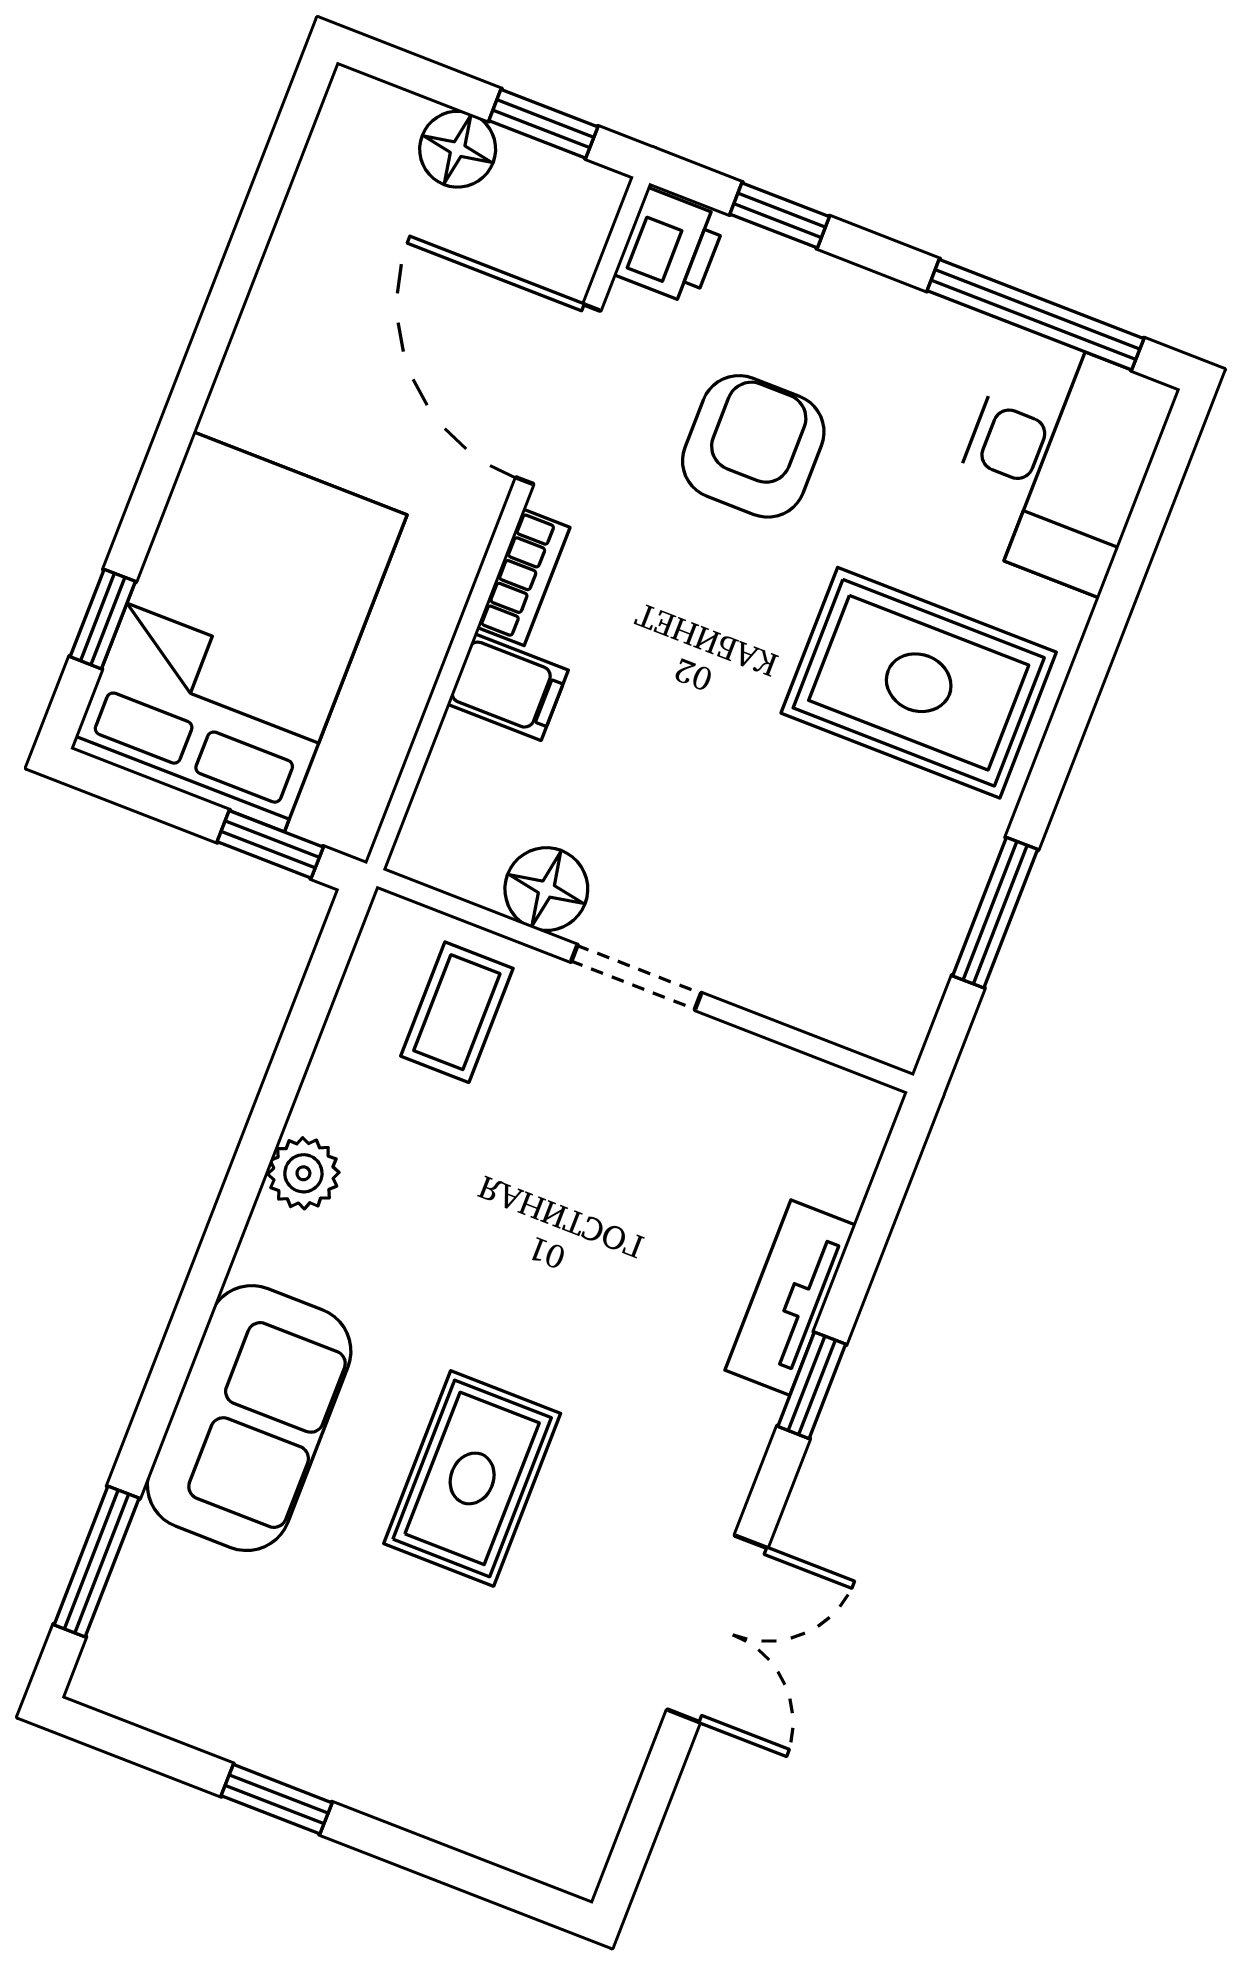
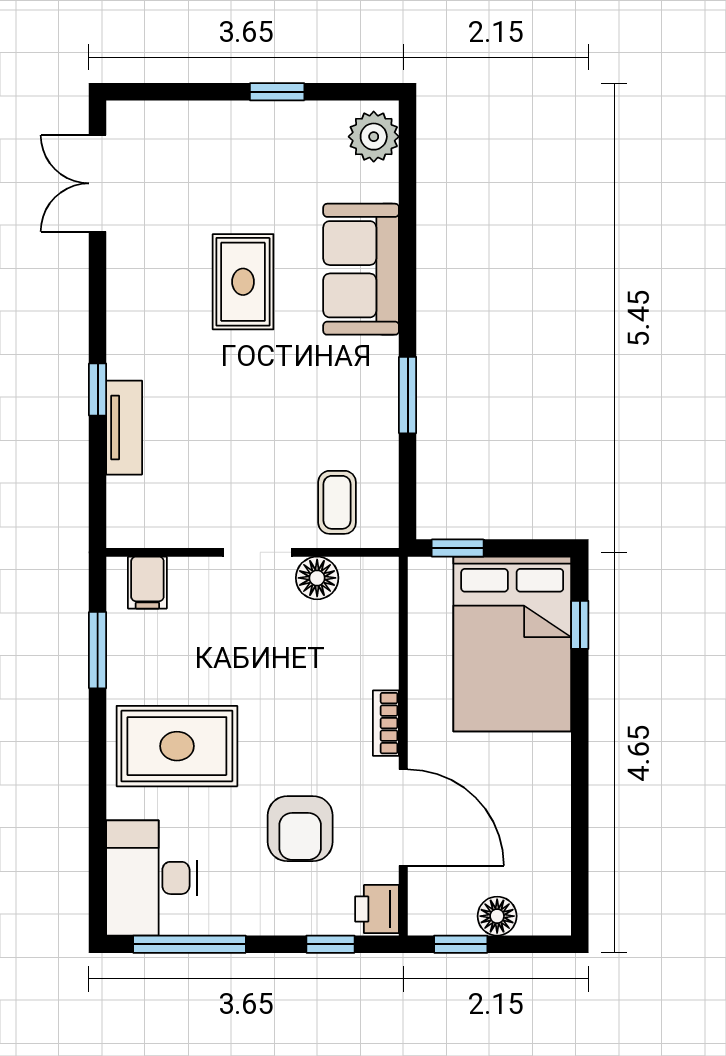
filing cabinet: (508, 687) -> (147, 583), moved, turned -90
plant: (303, 1173) -> (374, 137), moved, width x1.38, depth x1.38
window: (97, 1561) -> (408, 395), moved
double door: (717, 1629) -> (98, 183), moved

